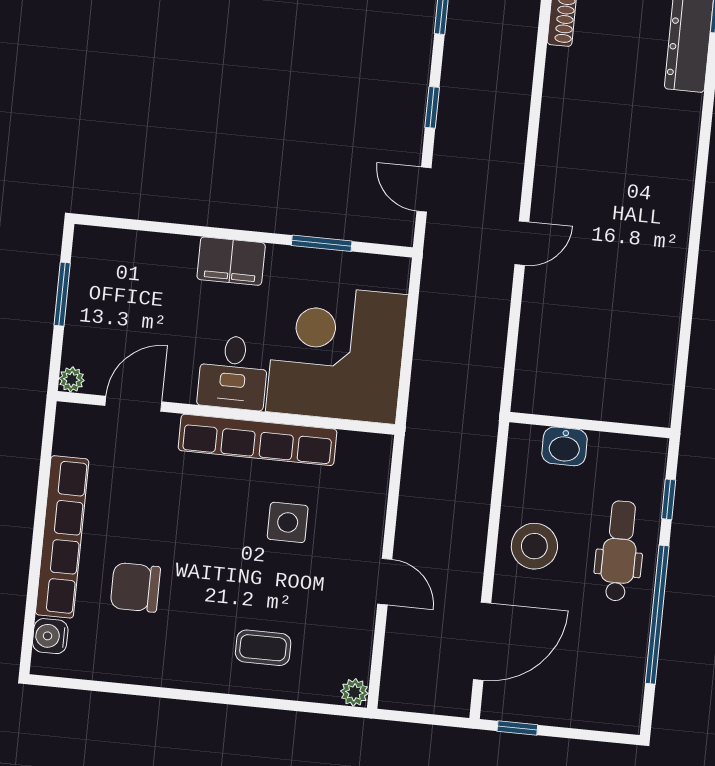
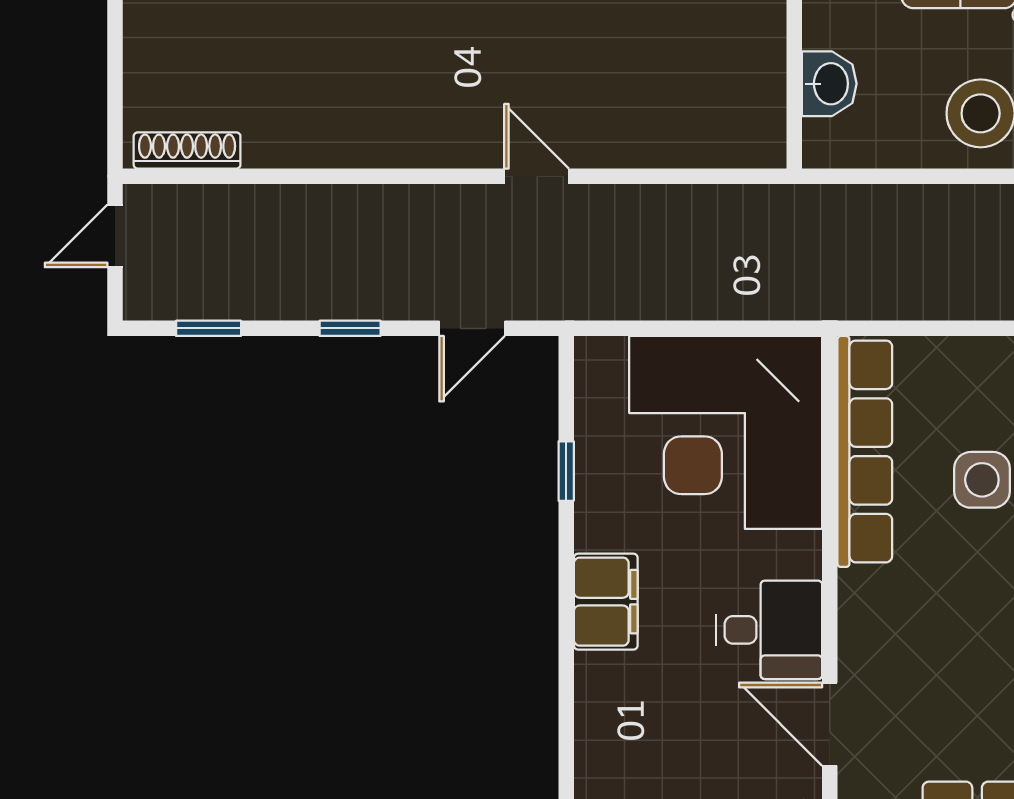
window: (322, 243) -> (566, 471), width x0.67
desk: (233, 372) -> (769, 630), moved
row of seats: (258, 440) -> (865, 451), moved

